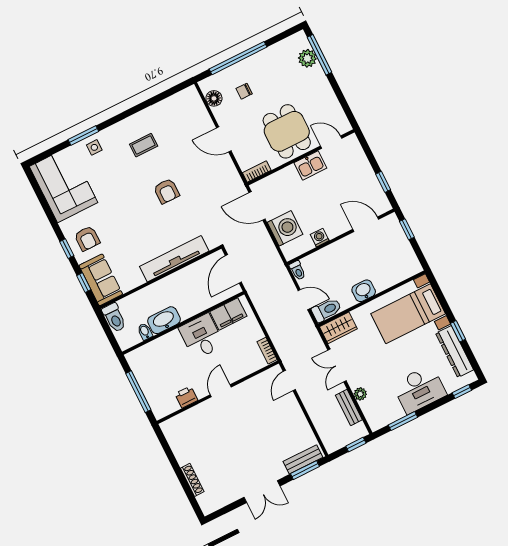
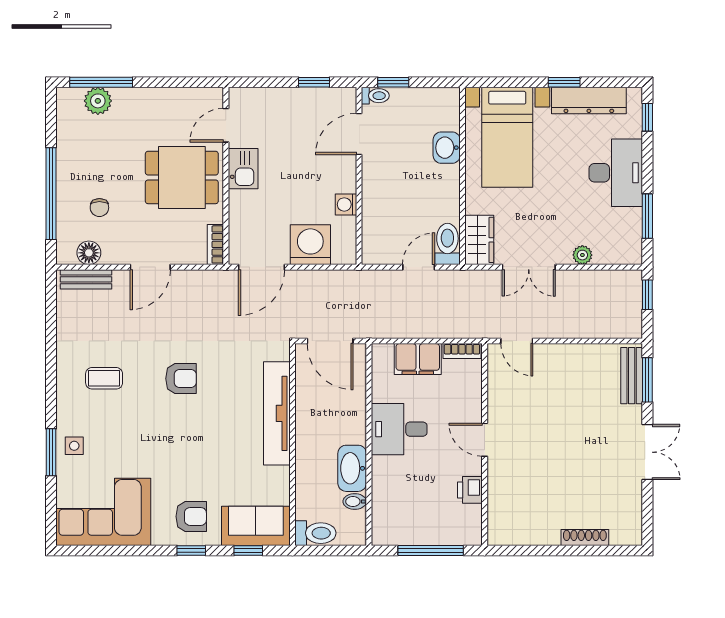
coffee table: (144, 145) -> (104, 378), turned 90
toilet: (298, 271) -> (375, 96), moved
washbasin: (364, 291) -> (447, 148), moved
filing cabinet: (228, 314) -> (418, 359), moved, turned 90
bench: (349, 408) -> (86, 279), moved

